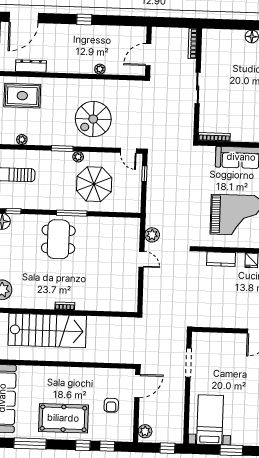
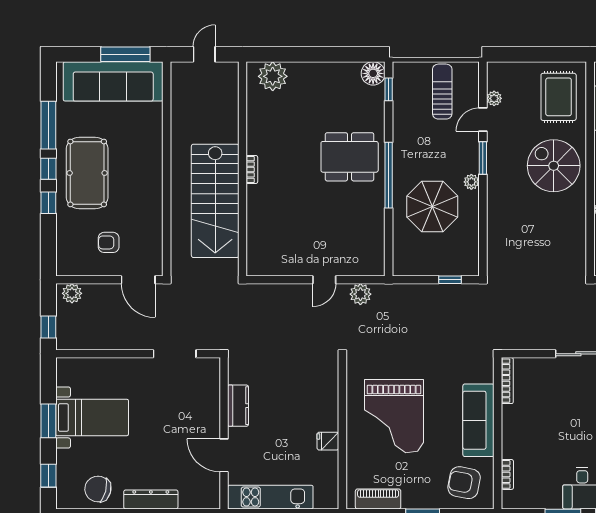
spiral stairs: (93, 119) -> (554, 166), moved
door: (128, 151) -> (483, 120), moved
window: (72, 213) -> (389, 175), width x1.46
kitchen counter: (221, 259) -> (238, 406), moved, turned 180
stairs: (47, 330) -> (215, 201), moved
bed with nightstands: (210, 420) -> (92, 417), moved
window: (107, 446) -> (48, 169), moved

